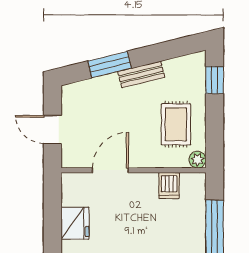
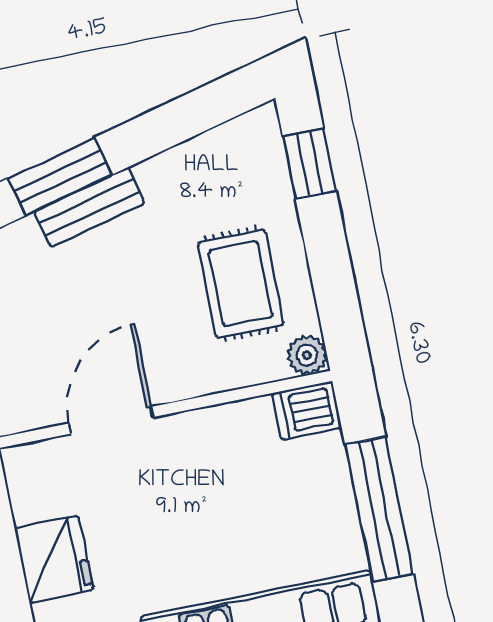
bench: (141, 74) -> (90, 207), moved
dishwasher: (169, 186) -> (307, 410), moved, turned 90

